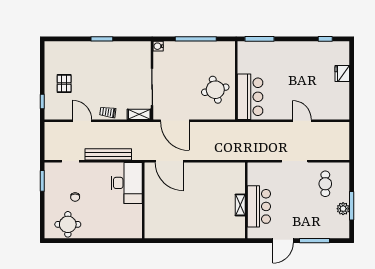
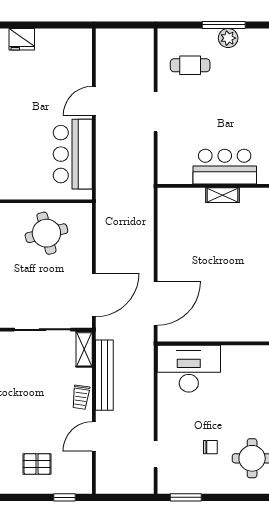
bar counter: (250, 97) -> (73, 154), moved, turned -90
bench: (108, 154) -> (104, 375), moved

